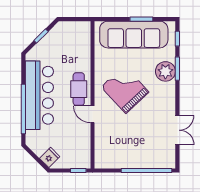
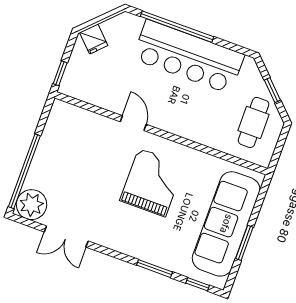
plant: (165, 71) -> (32, 205), moved
cafe table: (79, 89) -> (254, 122), moved, turned 90
grand piano: (125, 89) -> (152, 182), turned -47
door: (93, 114) -> (133, 123), hinge flipped

